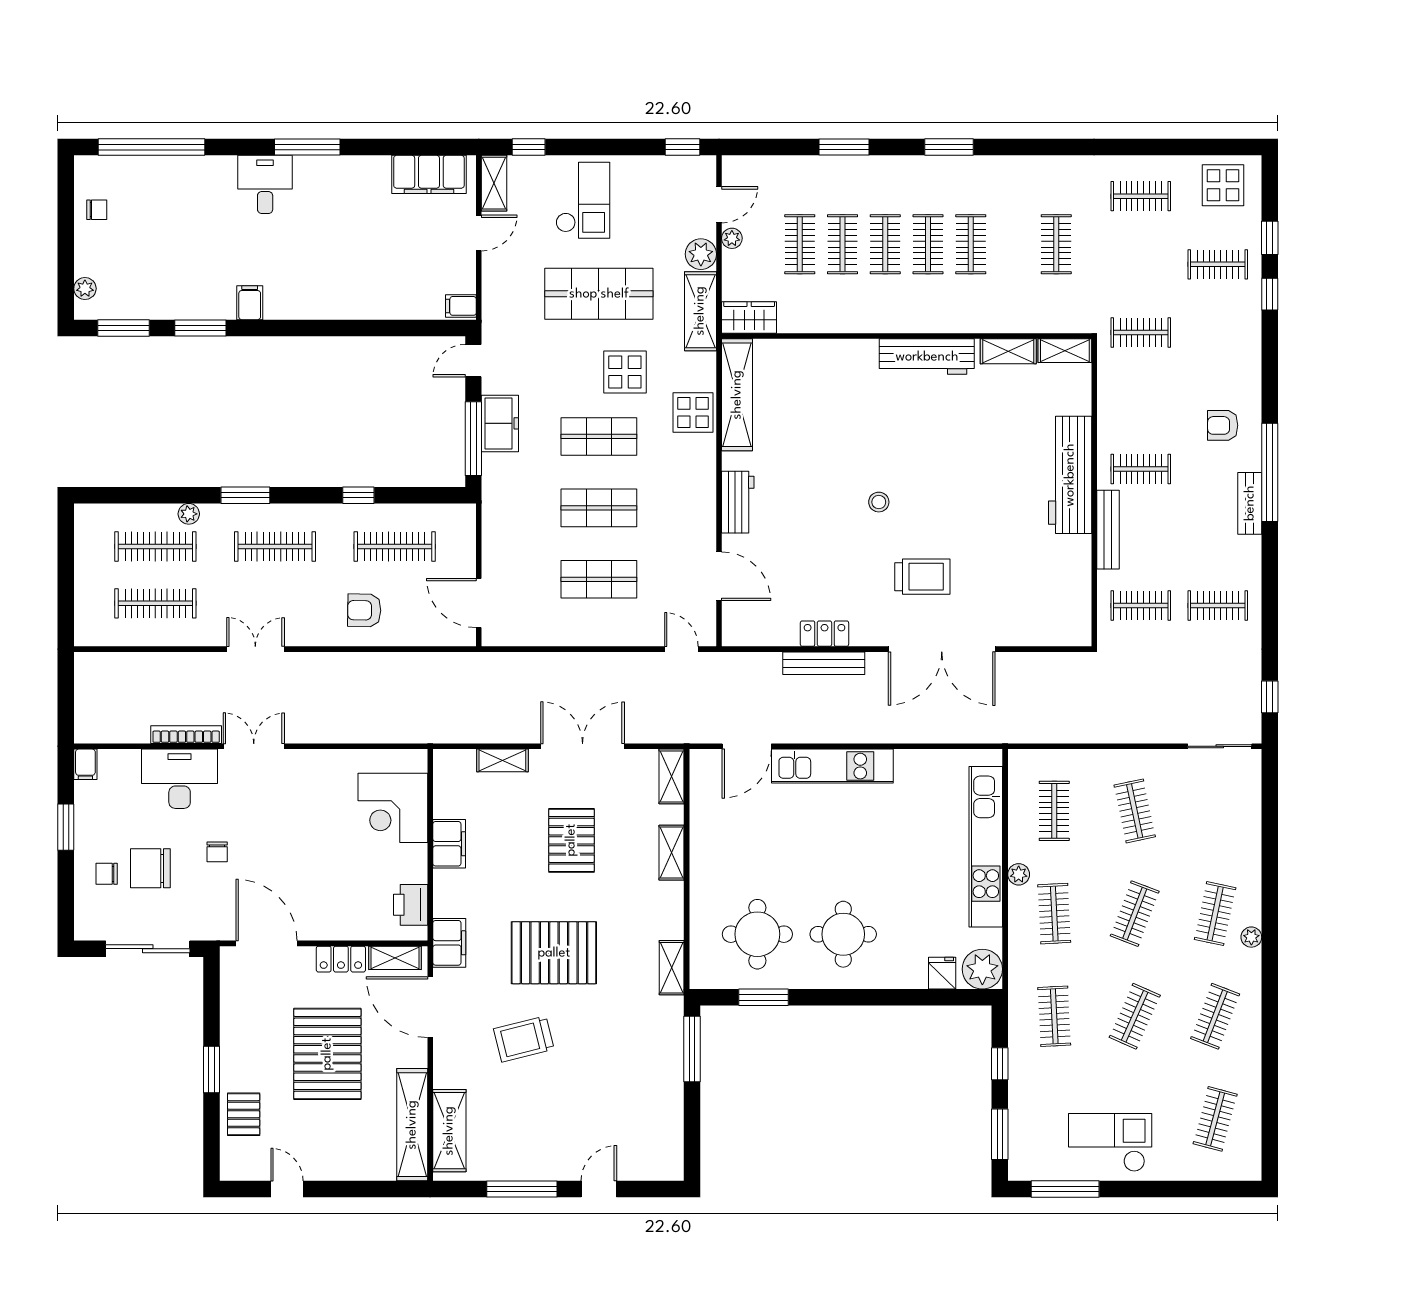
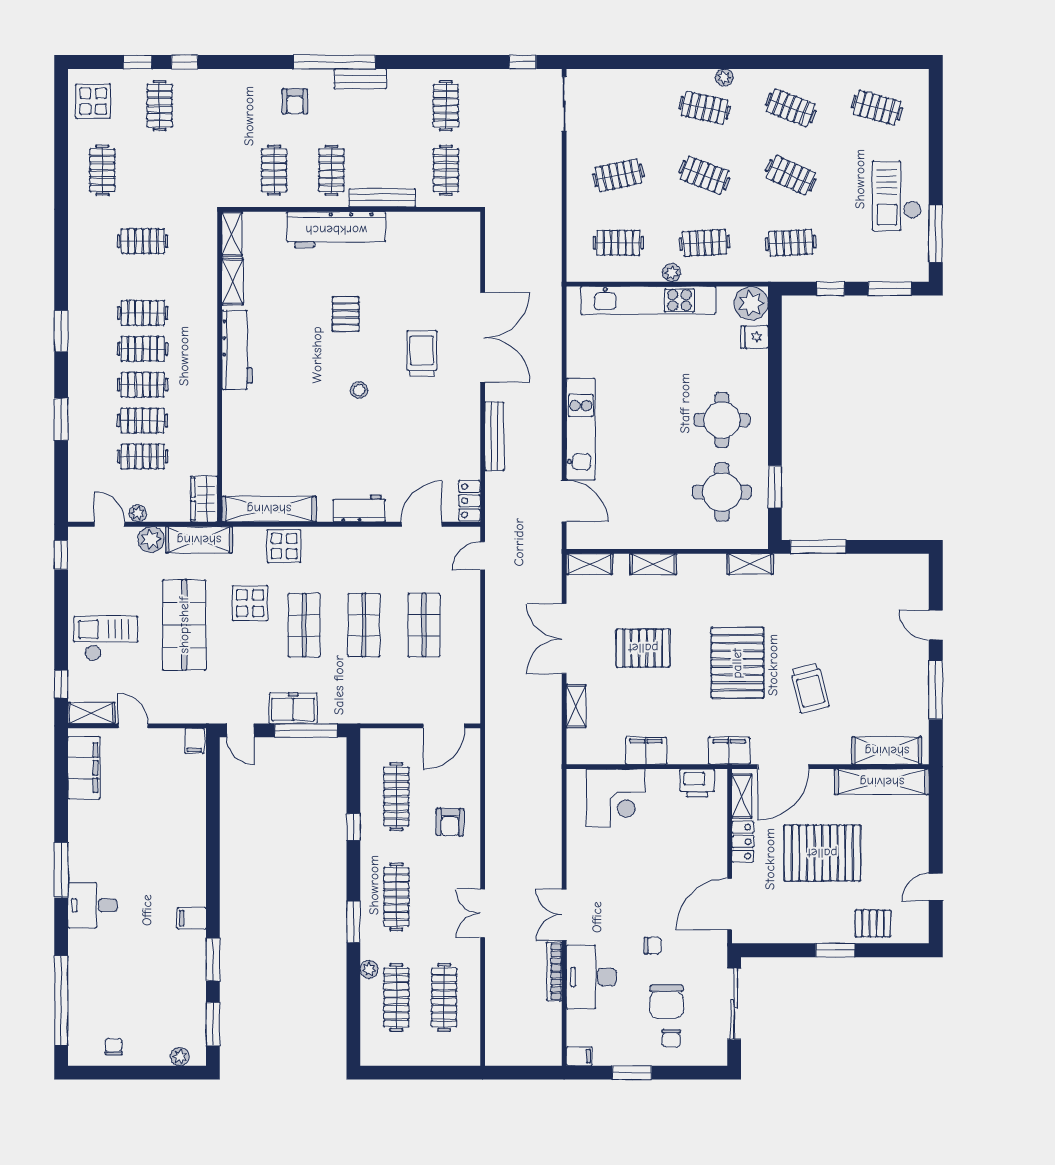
clothes rail: (1141, 333) -> (274, 170), moved
pallet: (969, 486) -> (346, 314), added
locker: (824, 634) -> (470, 501), moved

